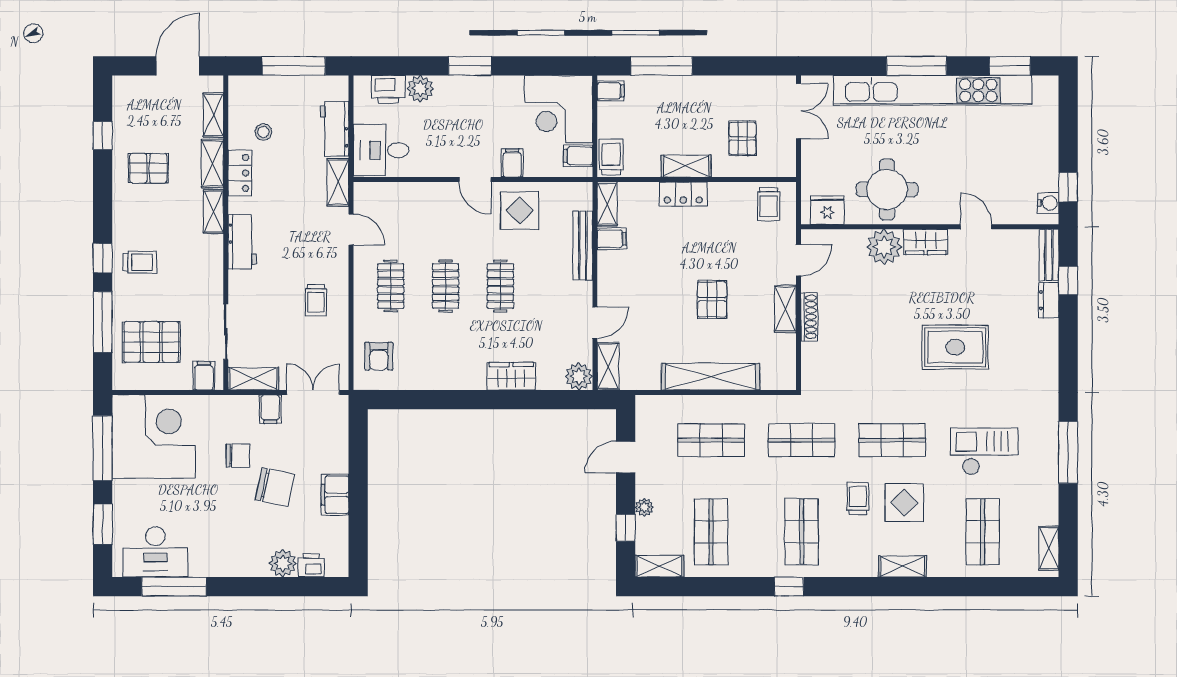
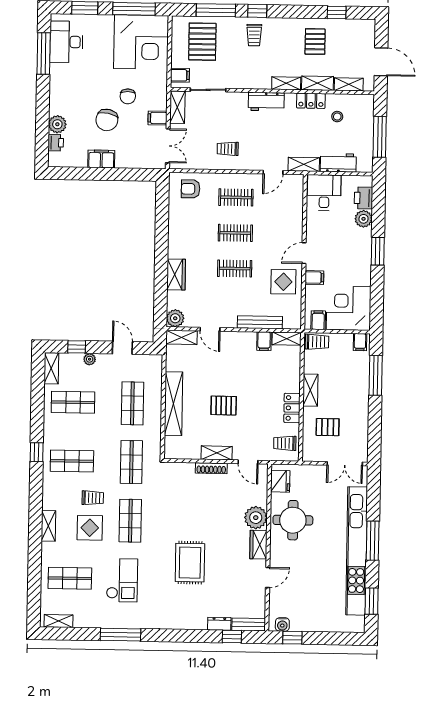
locker: (683, 194) -> (292, 408), moved

